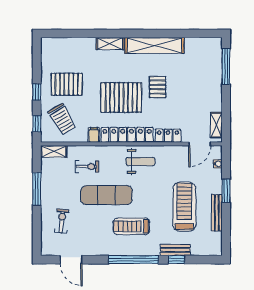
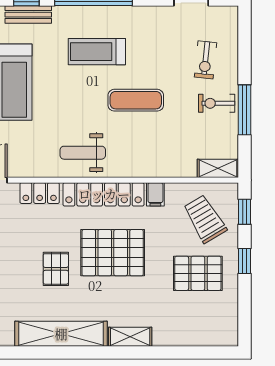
exercise bike: (87, 167) -> (217, 103), moved
exercise mat: (106, 195) -> (136, 100), width x0.73, depth x0.69
treadmill: (131, 226) -> (97, 52), turned 180

